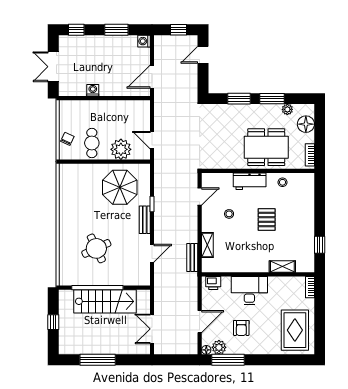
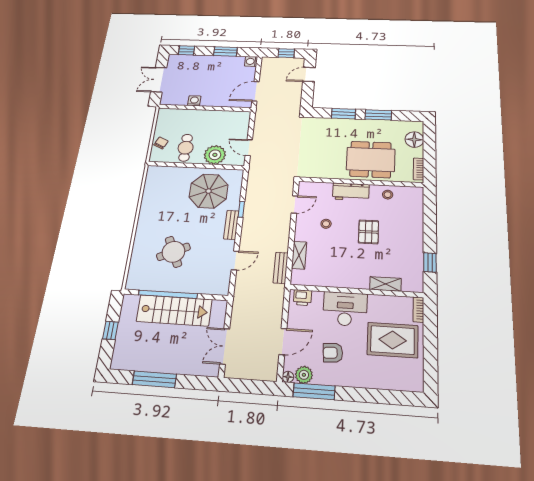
plant: (287, 109) -> (394, 125), removed
armchair: (241, 328) -> (333, 353), turned 86
rug: (295, 330) -> (393, 340), moved, turned 90

